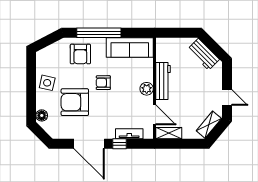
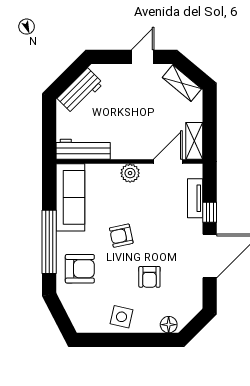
workbench: (163, 81) -> (83, 149), moved
armchair: (103, 83) -> (121, 236), turned 78
armchair: (75, 102) -> (149, 277), width x0.53, depth x0.53

